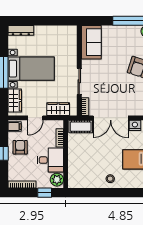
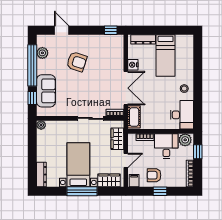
window: (100, 21) -> (32, 98), added
plant: (72, 30) -> (41, 125), added
sofa: (91, 42) -> (46, 91), moved, turned 90
door: (35, 118) -> (126, 160), hinge flipped
desk: (83, 176) -> (182, 115), added

